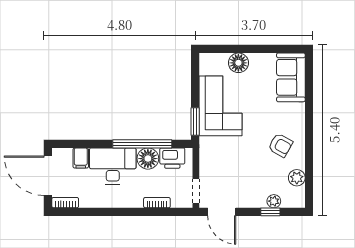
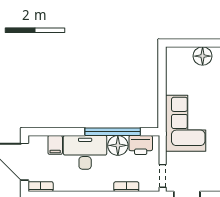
corner sofa: (220, 106) -> (186, 123), moved
window: (195, 122) -> (162, 111), removed

